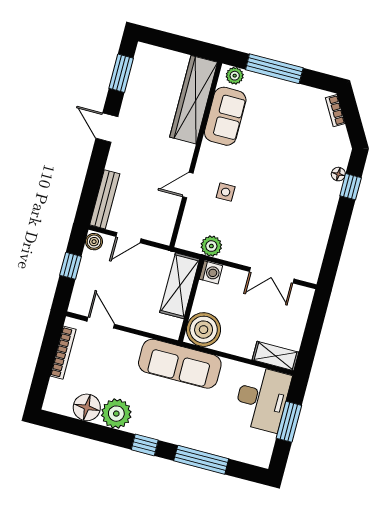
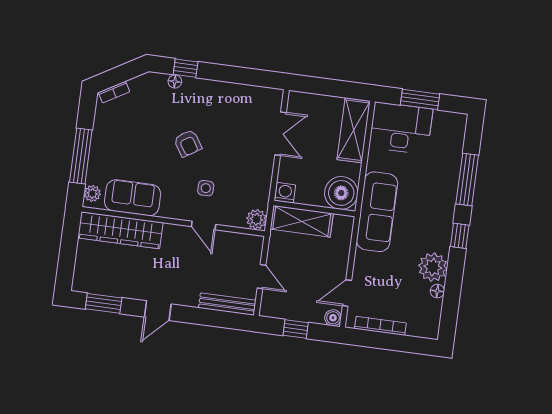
armchair: (274, 179) -> (188, 143), added
boiler: (94, 242) -> (333, 318), moved
plant: (211, 246) -> (256, 219), moved
shelving: (276, 356) -> (354, 130), width x1.50, depth x1.33
floor lamp: (87, 407) -> (437, 291), width x0.53, depth x0.53

